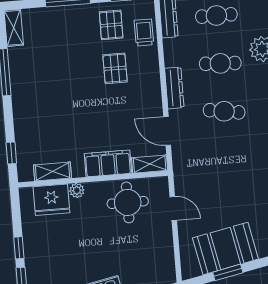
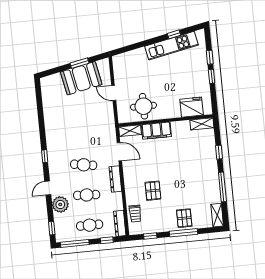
pallet: (111, 25) -> (184, 218), moved
window: (11, 153) -> (219, 152), moved
shelving: (53, 171) -> (202, 124), moved
plant: (77, 190) -> (176, 113), removed
door: (173, 208) -> (114, 93), moved

